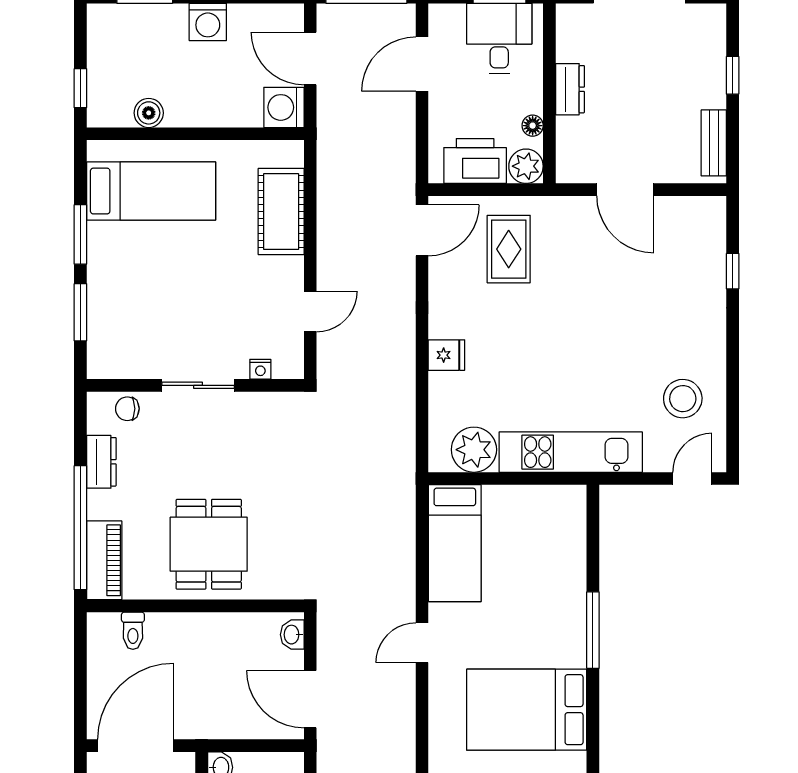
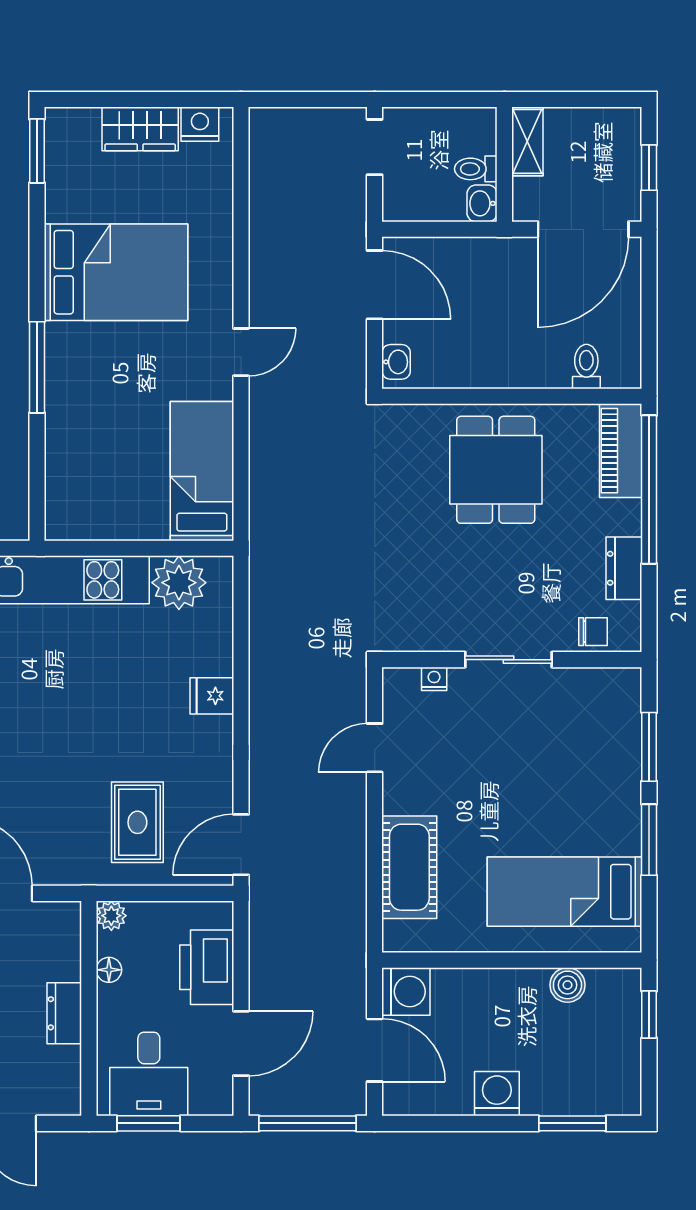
printer: (475, 161) -> (207, 967), moved, turned 90
plant: (526, 166) -> (111, 916), width x0.73, depth x0.73

